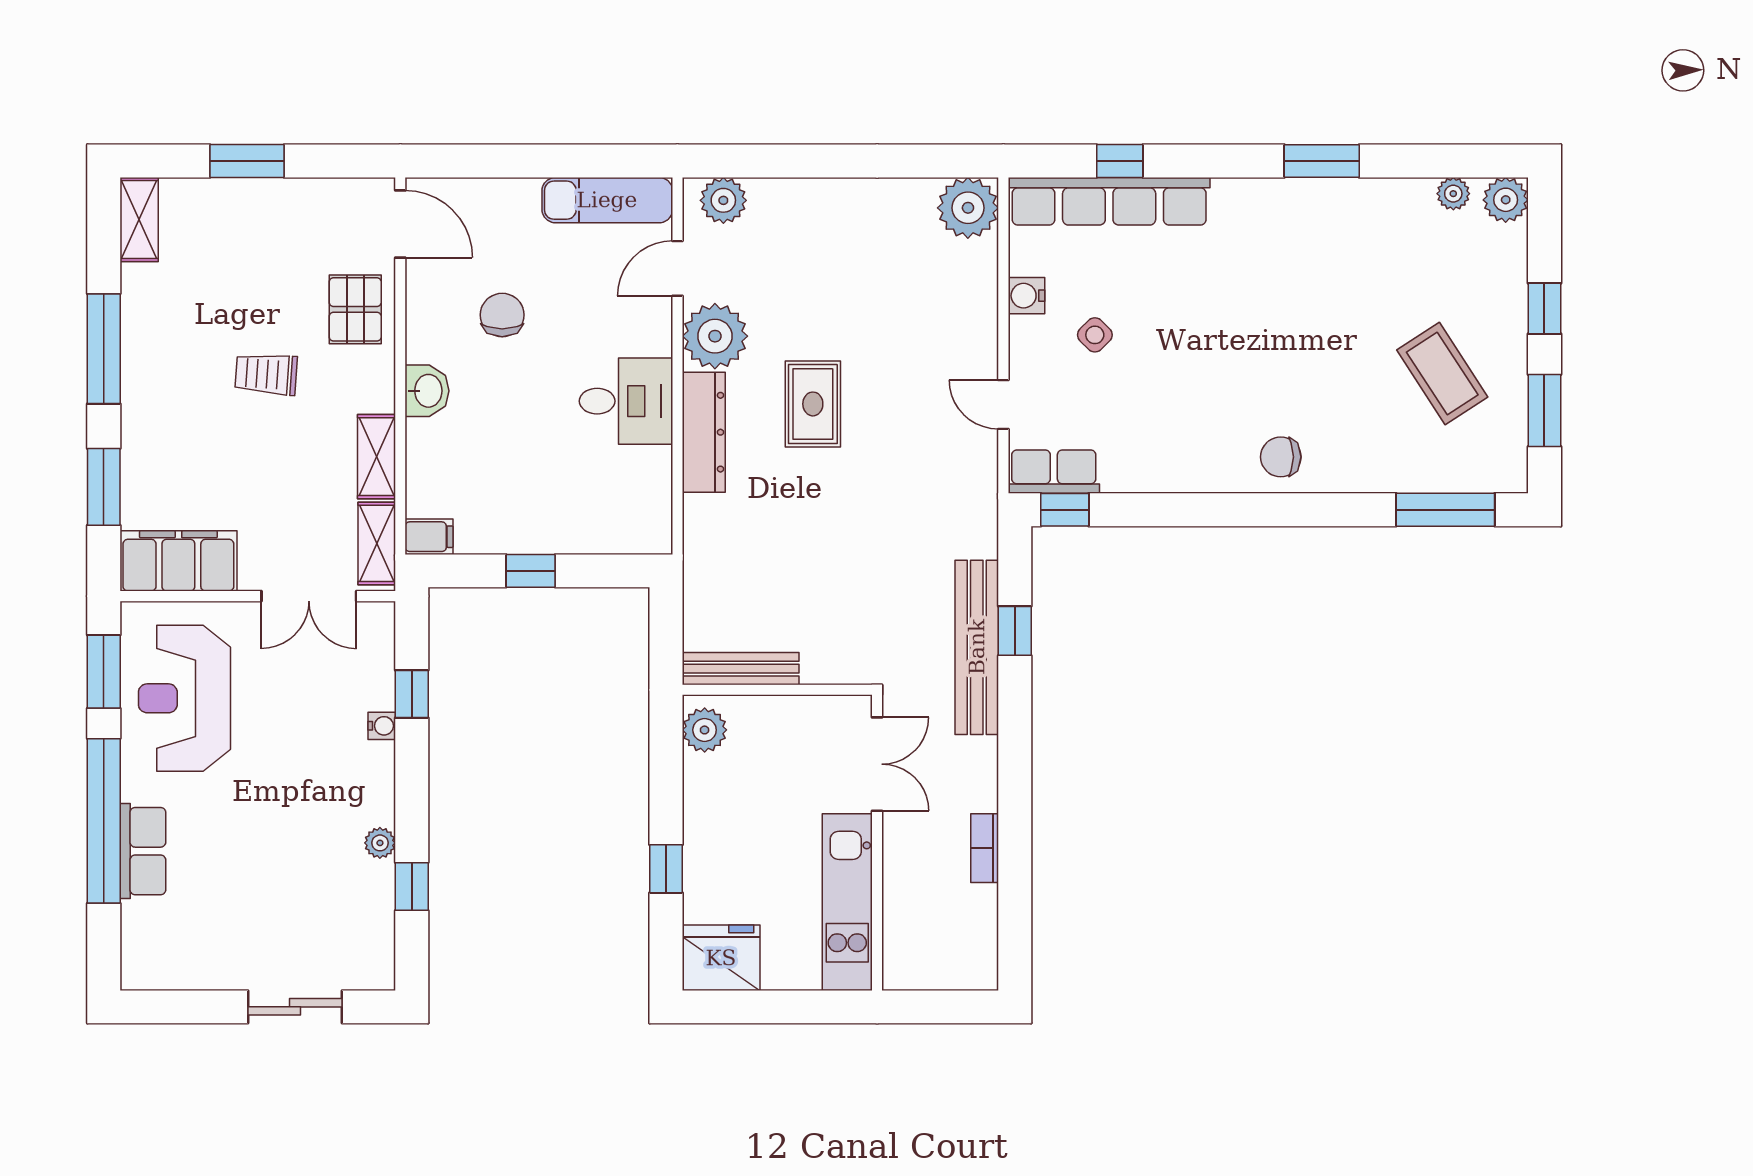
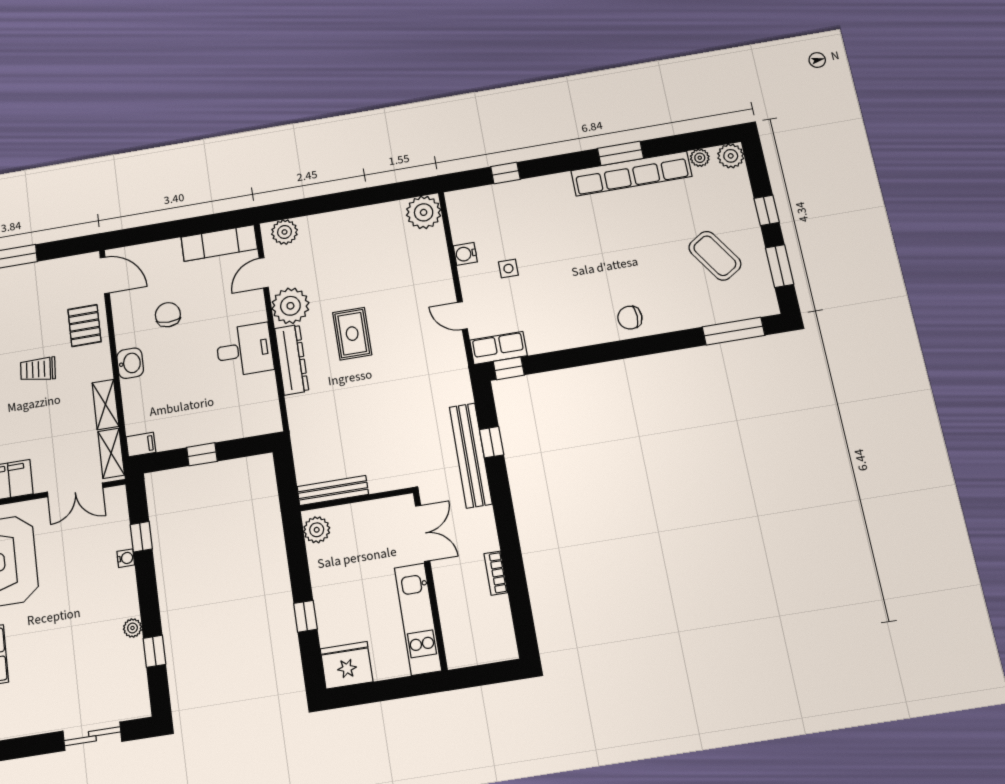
row of seats: (1109, 201) -> (631, 174), moved
side table: (1095, 335) -> (508, 269), turned 45

